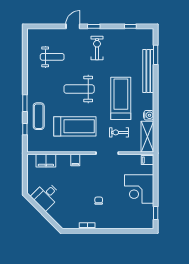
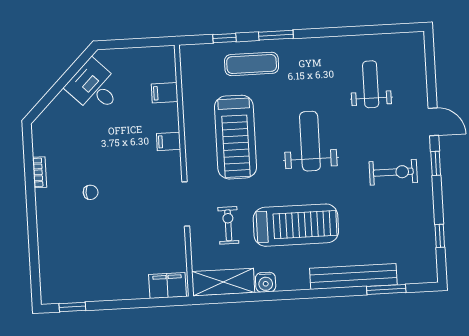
weight bench: (52, 57) -> (371, 84), turned 180
filing cabinet: (148, 160) -> (168, 285), width x2.00
filing cabinet: (46, 161) -> (165, 93), width x0.50
corner desk: (139, 189) -> (118, 272), removed

